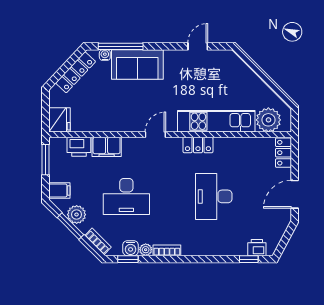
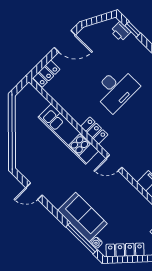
plant: (268, 120) -> (35, 103), removed

